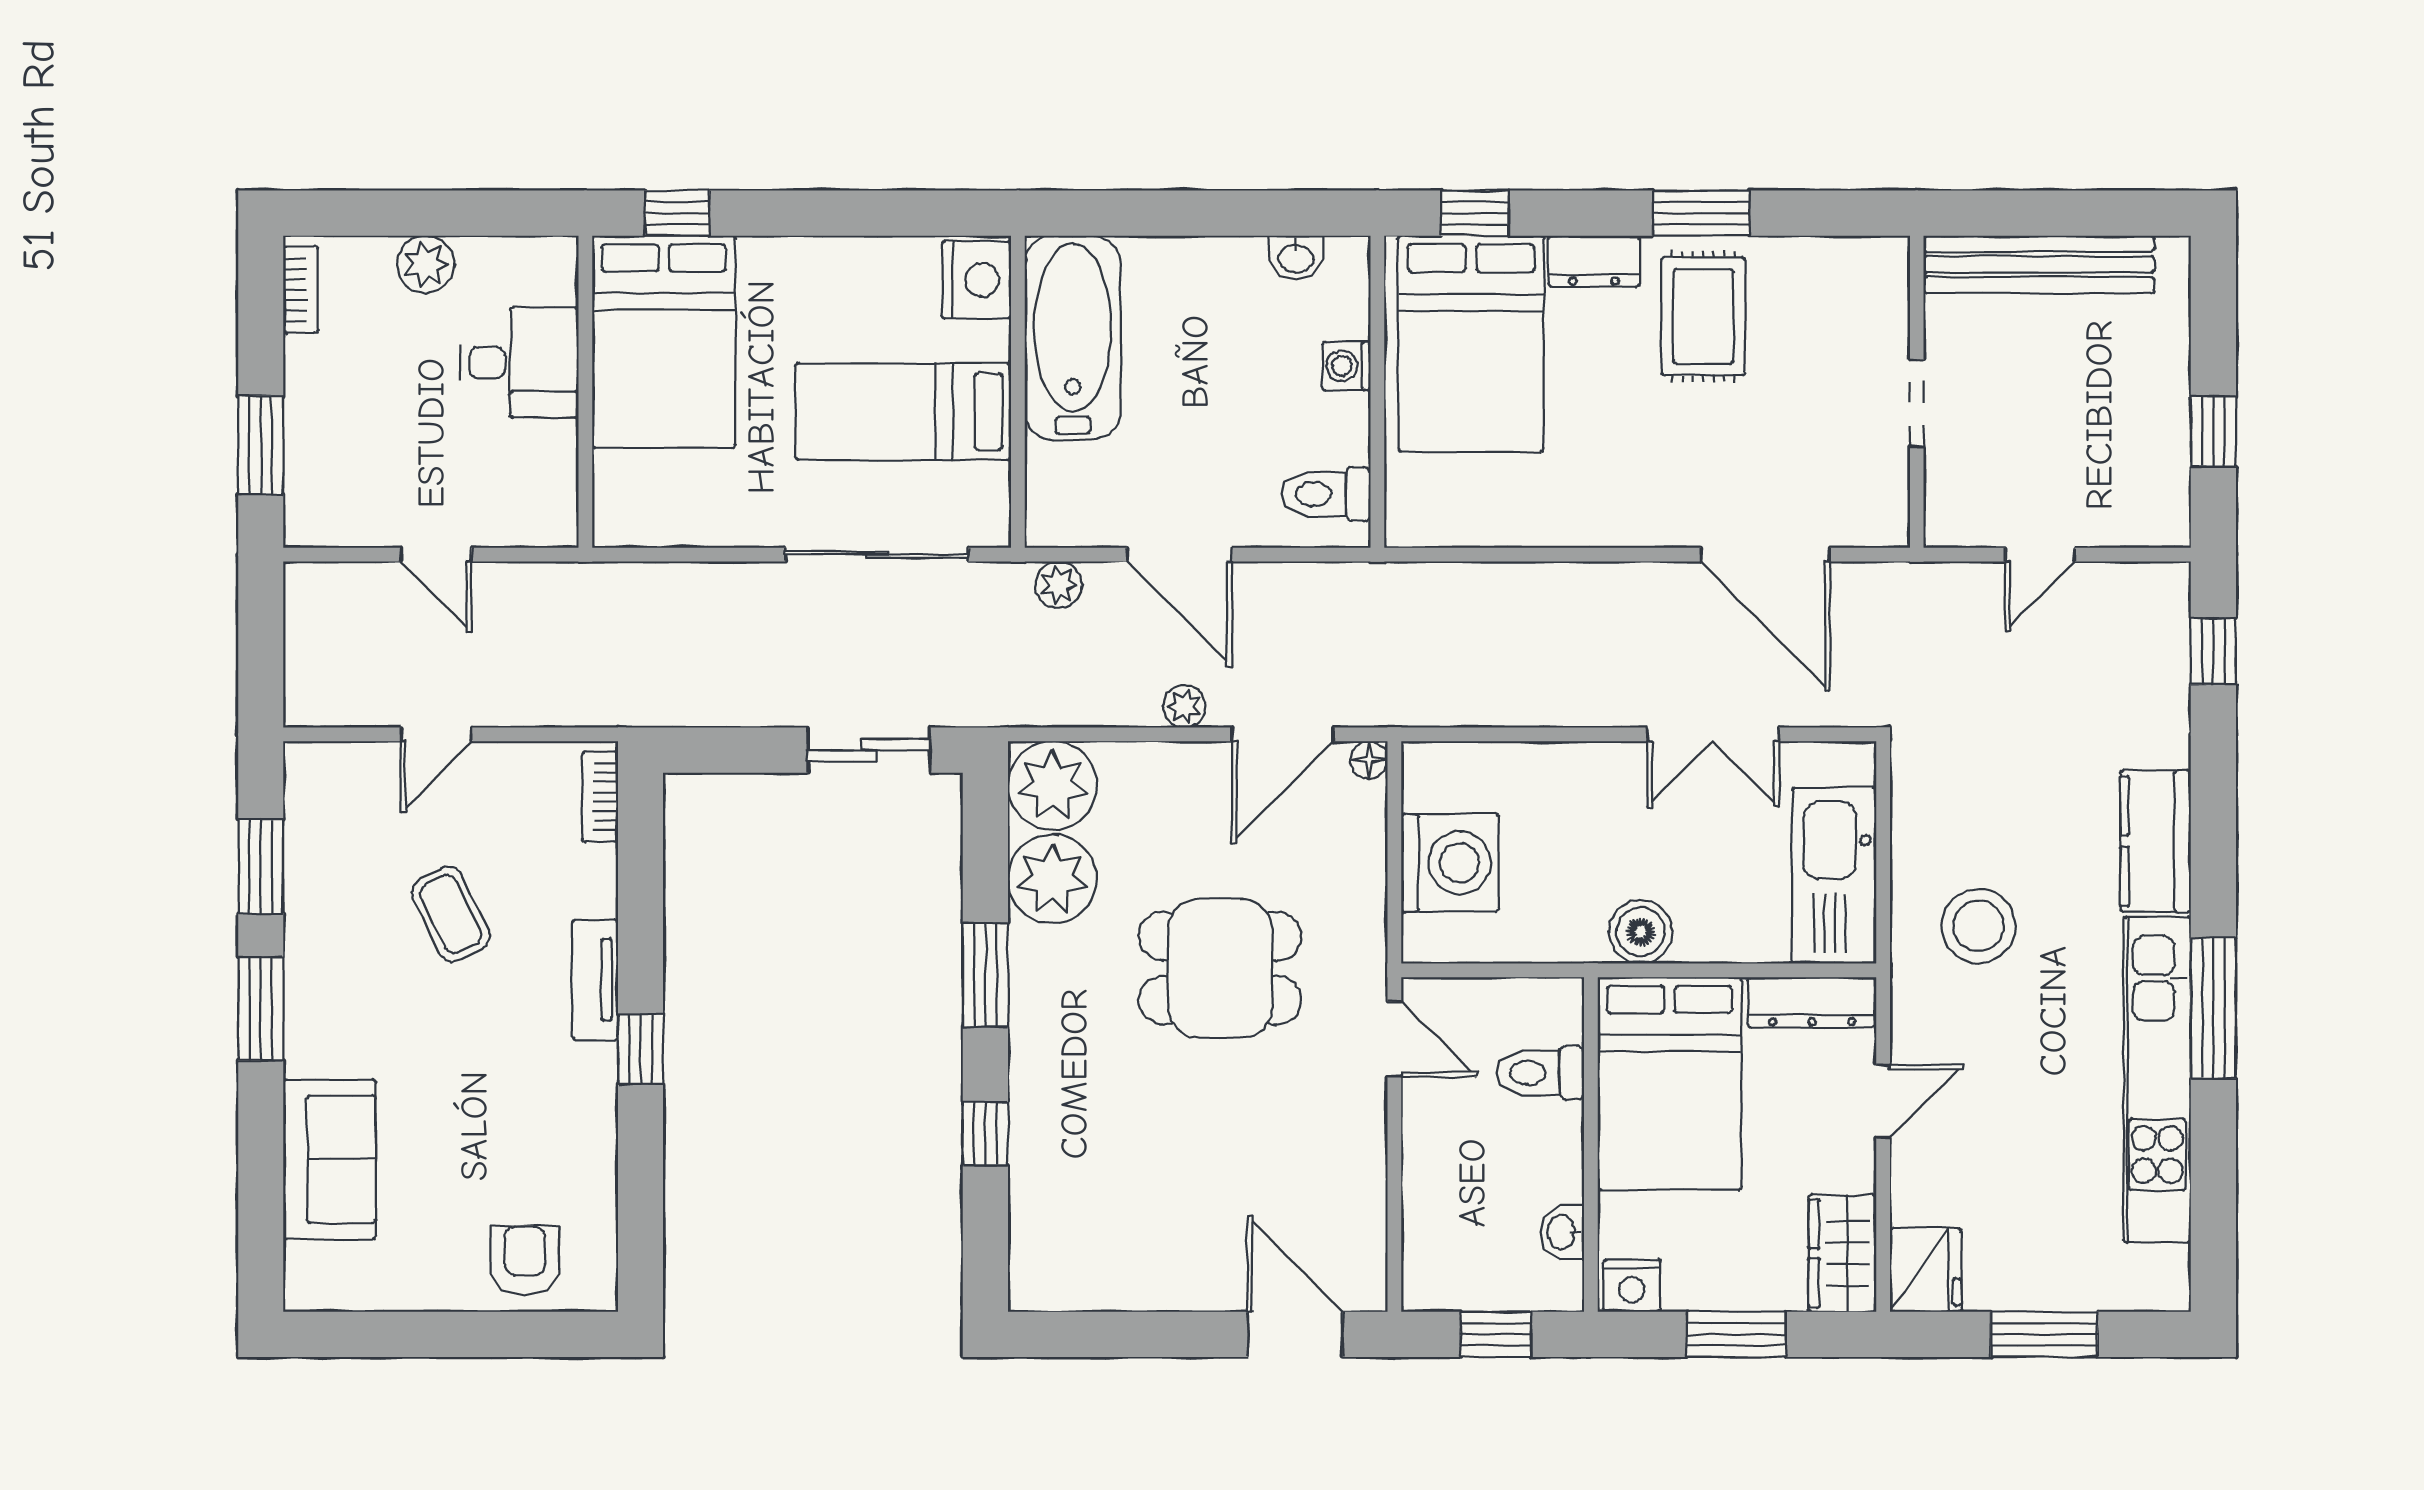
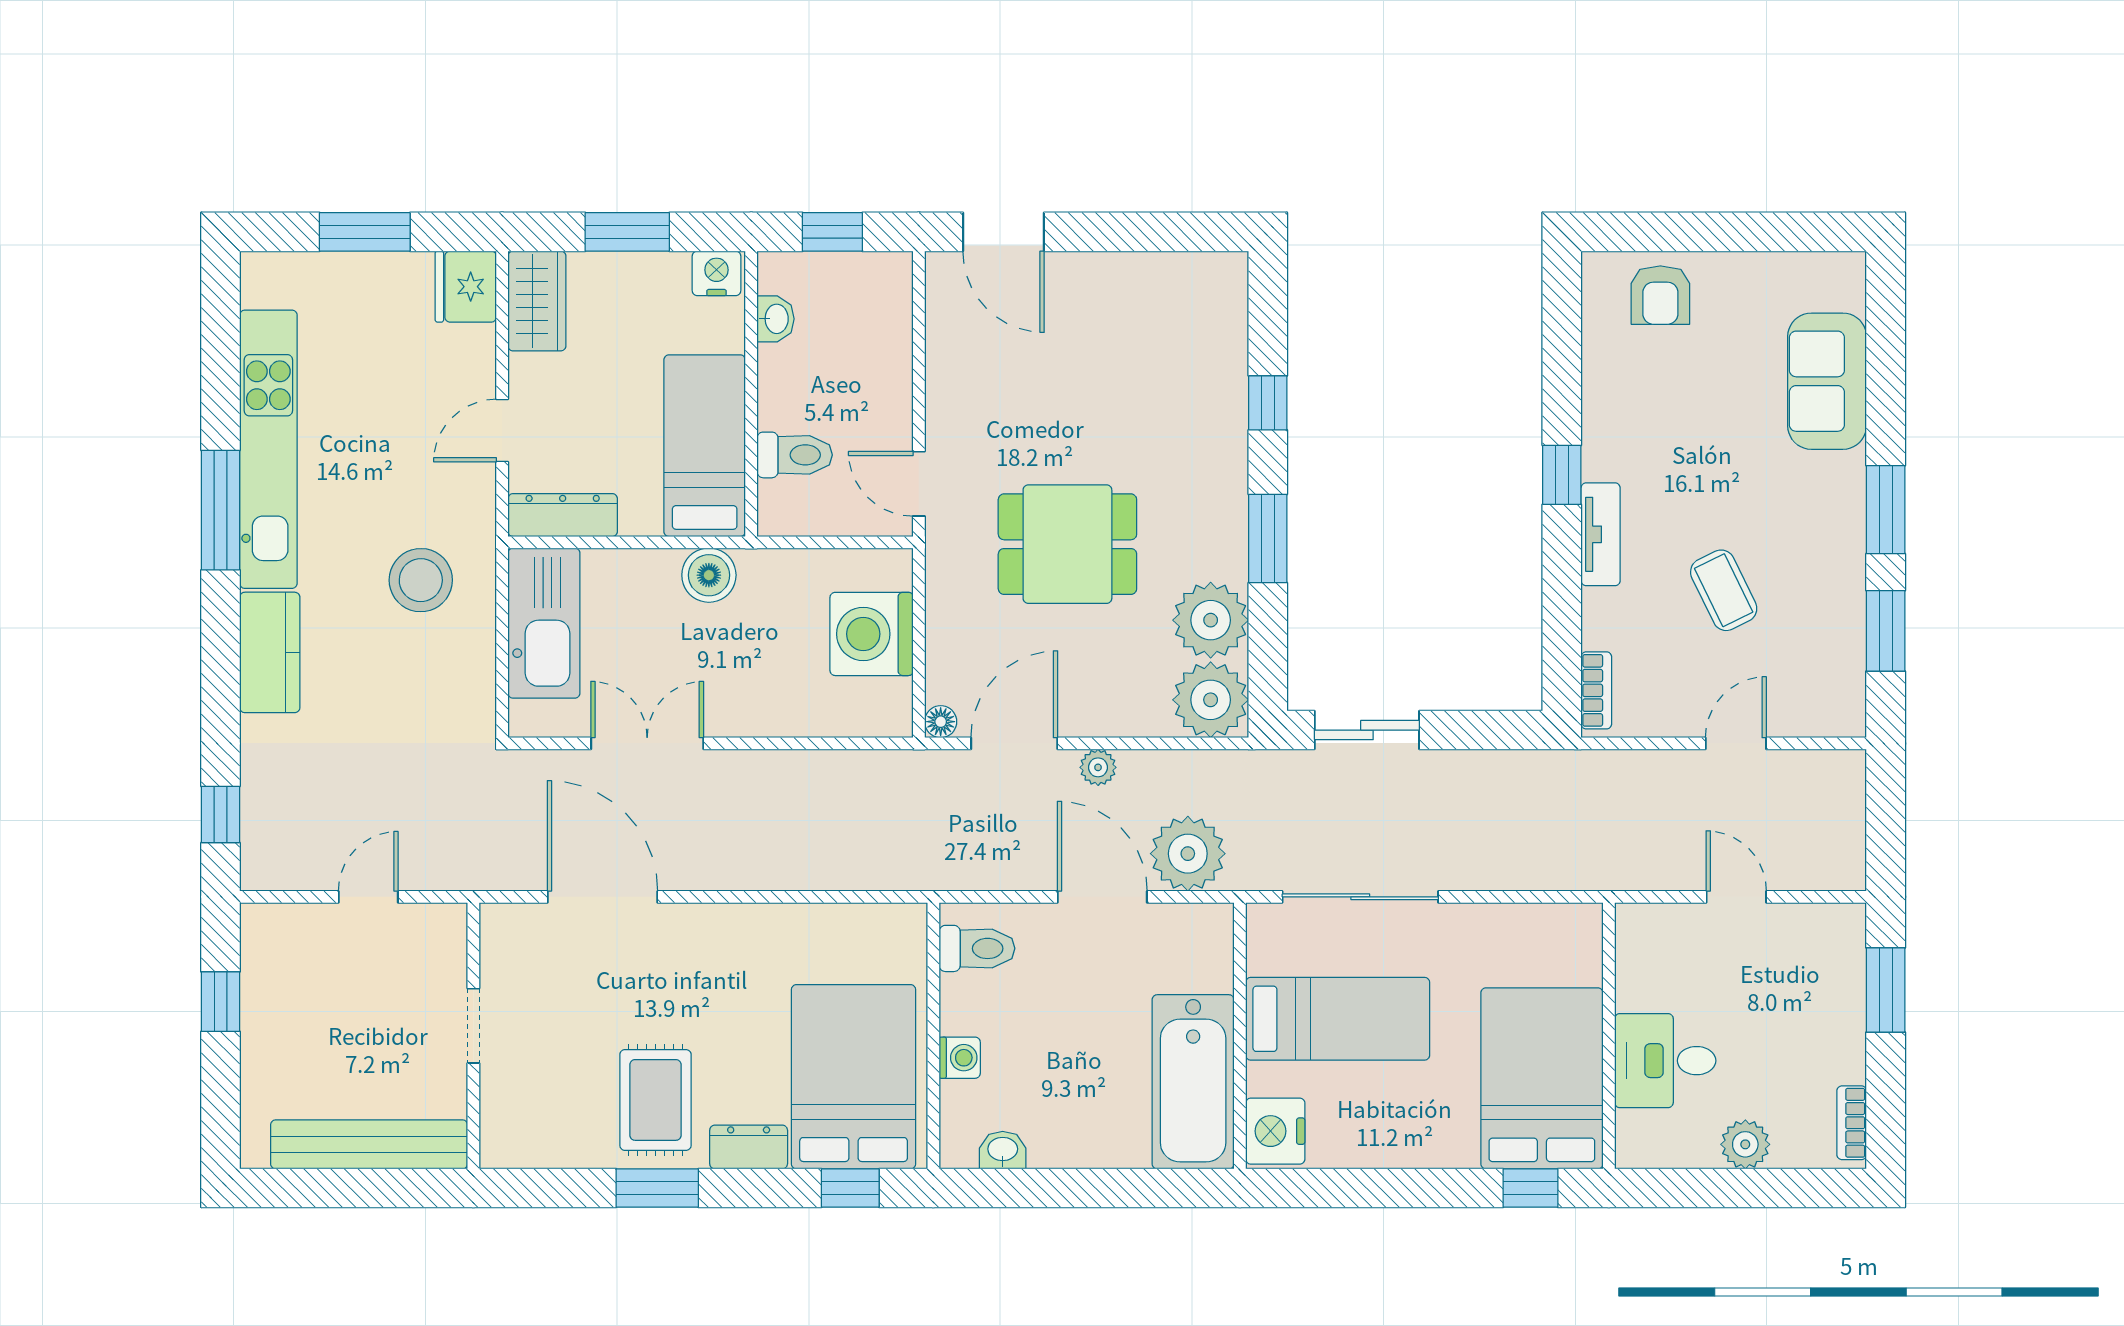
plant: (1059, 585) -> (1188, 854), width x1.87, depth x1.87
bed: (1670, 1084) -> (705, 446), width x0.67

